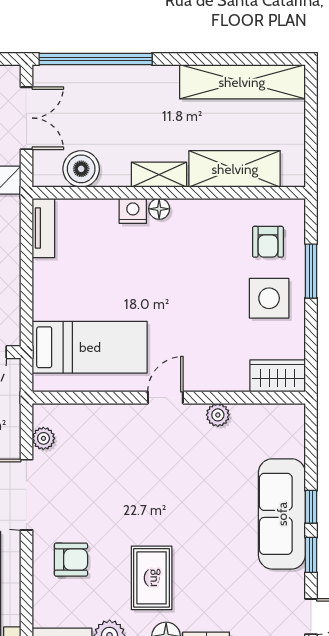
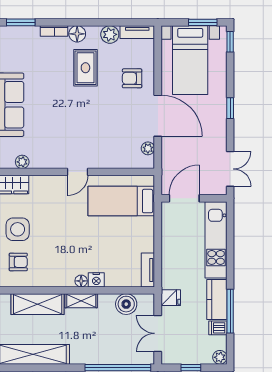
armchair: (268, 242) -> (18, 262), turned 90
plant: (218, 415) -> (22, 162), moved

